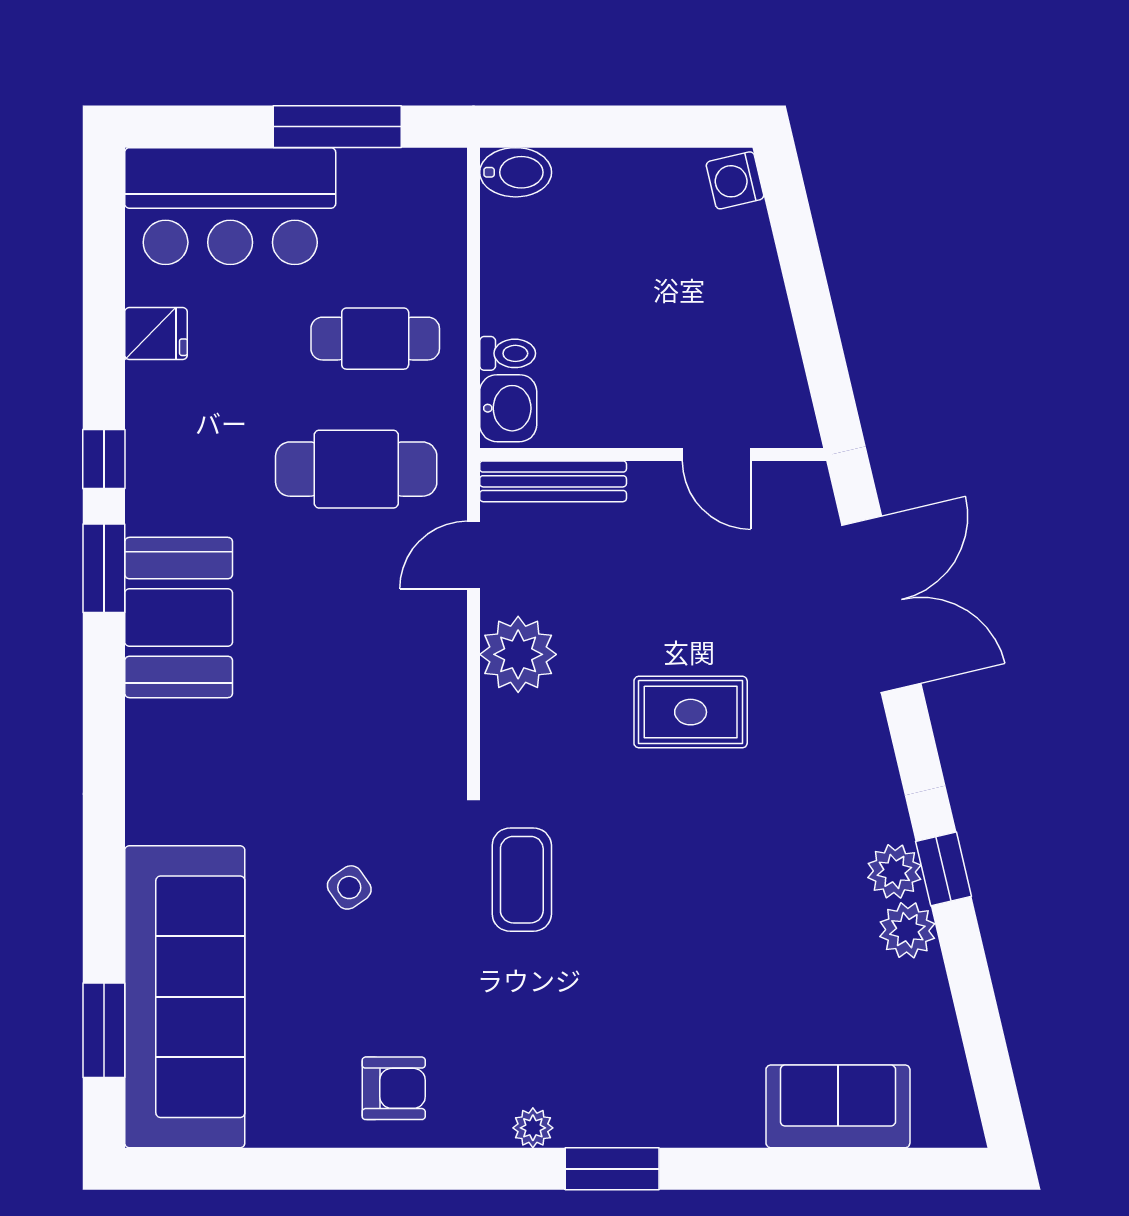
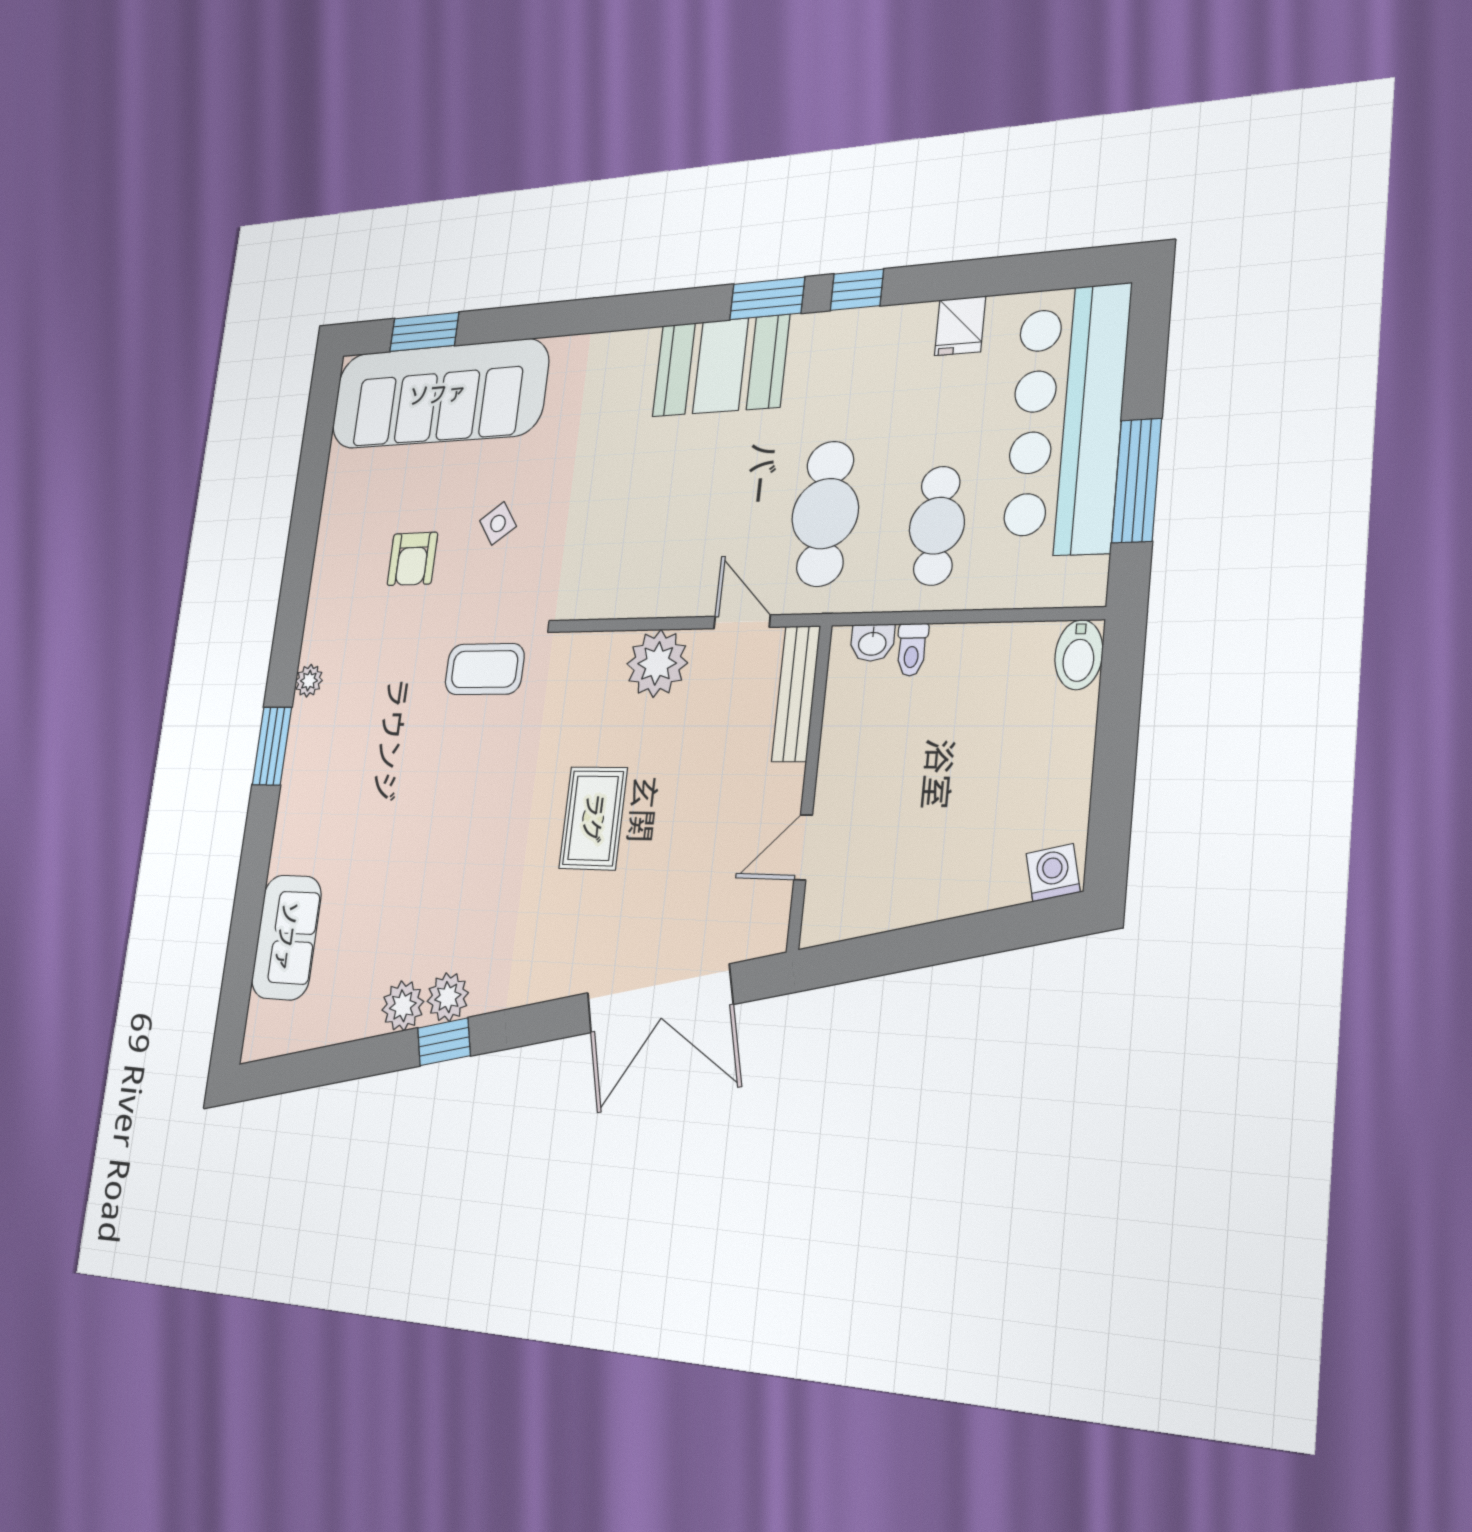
bar counter: (230, 206) -> (1066, 420), width x1.36
washbasin: (508, 408) -> (872, 643), width x0.72, depth x0.69
armchair: (394, 1088) -> (412, 559), moved

